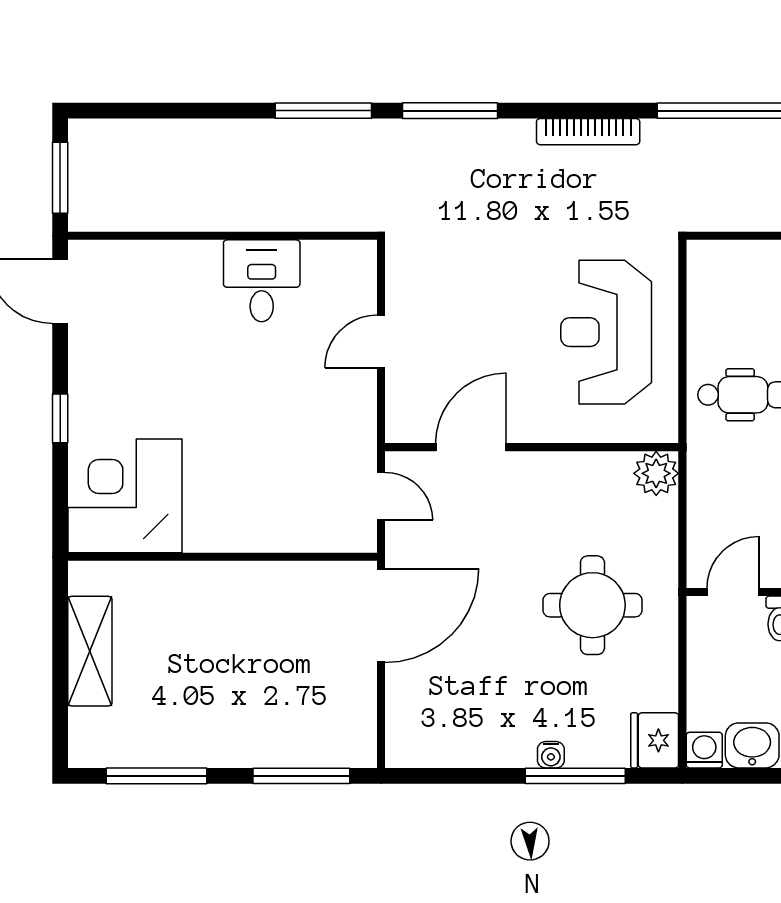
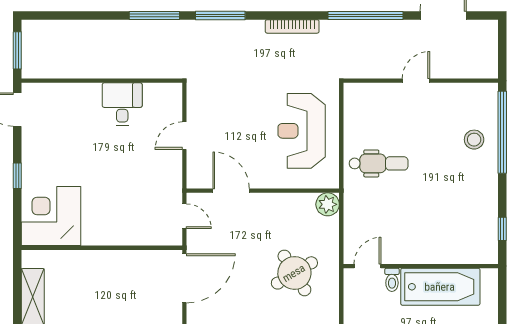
door: (471, 447) -> (231, 191), hinge flipped
round table: (592, 605) -> (294, 273), turned -31

